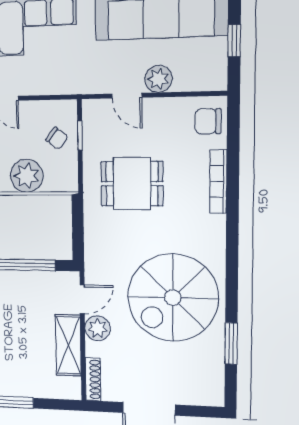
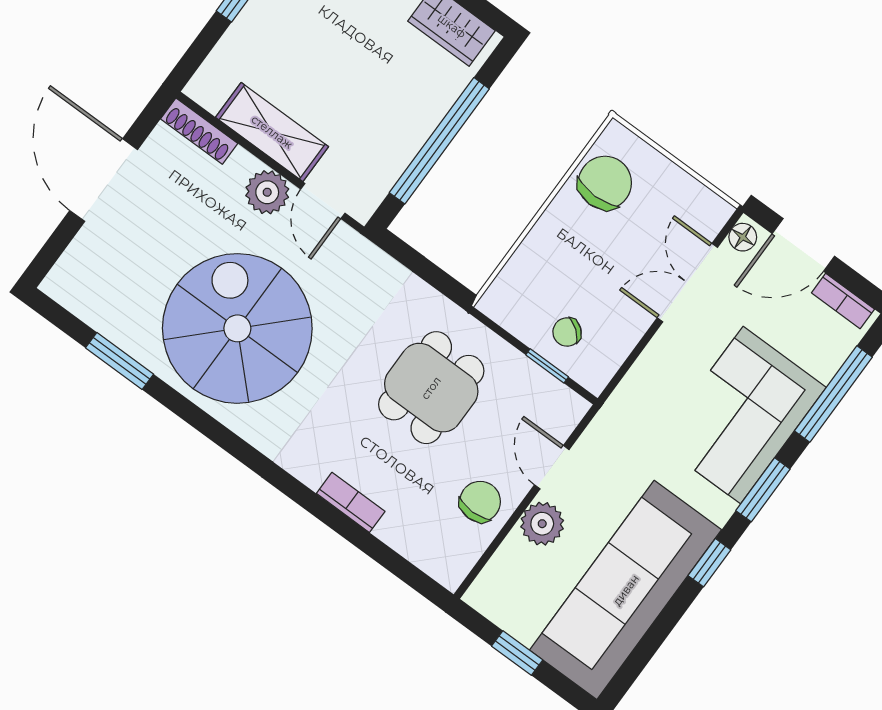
door: (127, 96) -> (552, 467), hinge flipped
chair: (208, 121) -> (480, 502), moved
plant: (27, 176) -> (548, 252), removed
bookcase: (218, 182) -> (351, 502), width x0.64

